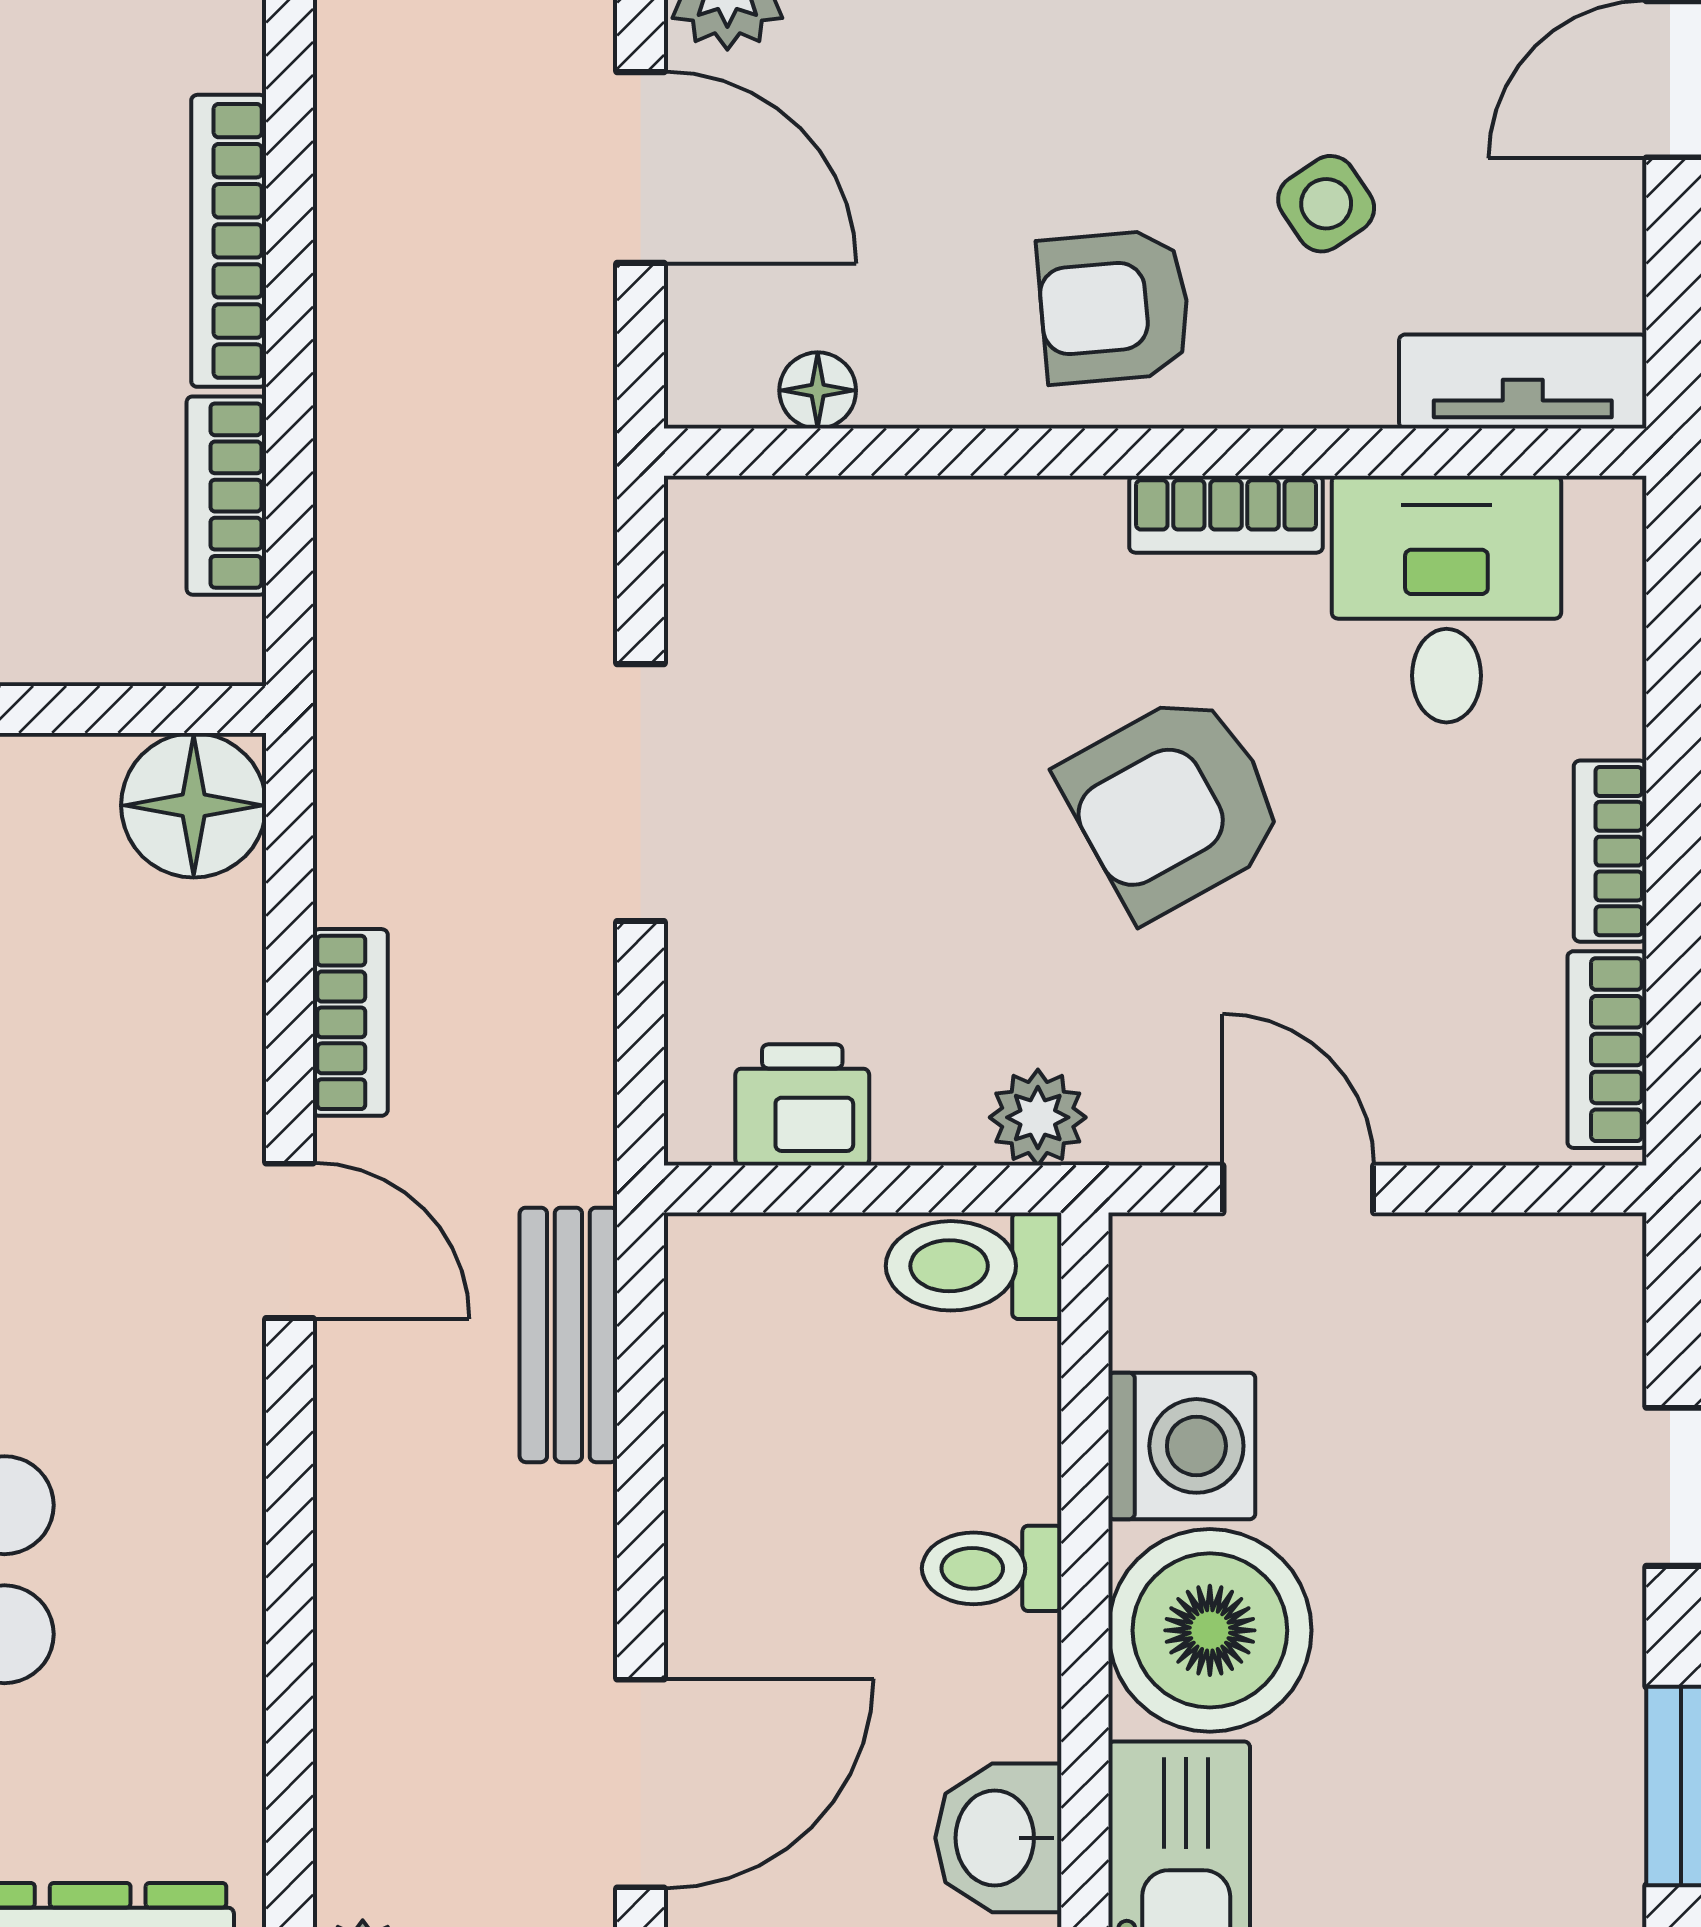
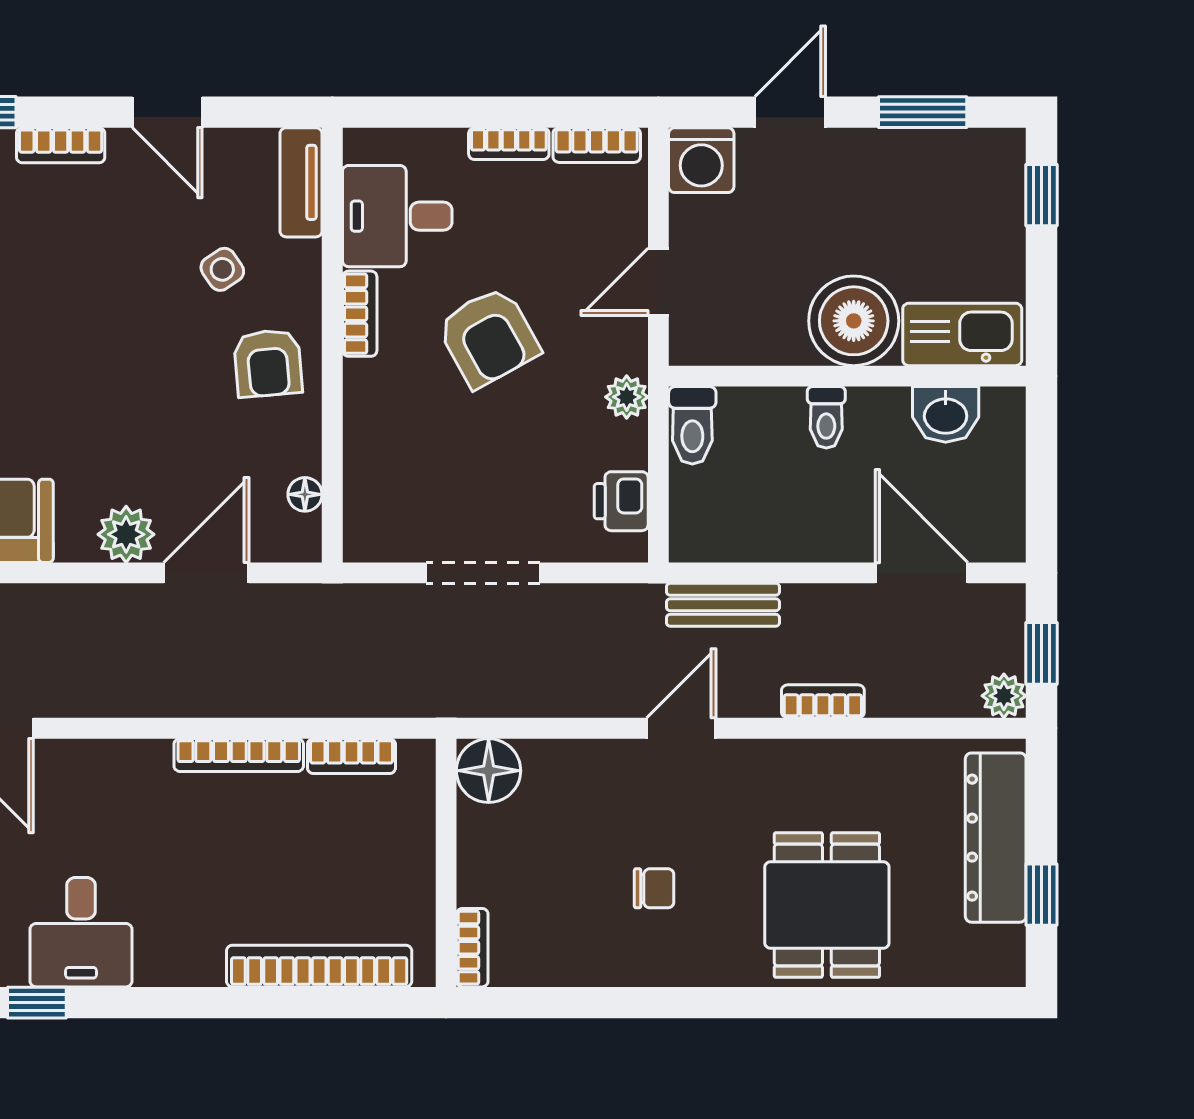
bookcase: (350, 1022) -> (823, 701), moved
washing machine: (1182, 1446) -> (701, 160), moved, turned 180

